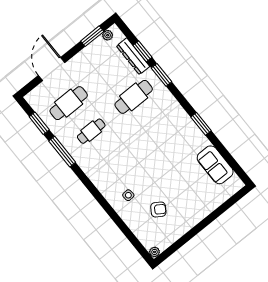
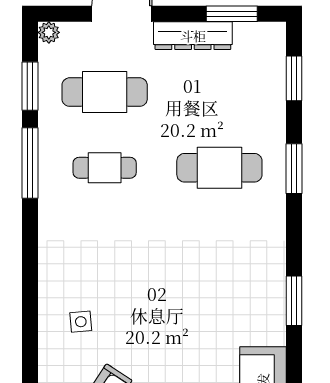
plant: (108, 35) -> (49, 32), moved
window: (142, 51) -> (294, 78), moved
dresser: (133, 56) -> (193, 36), moved, turned -90

